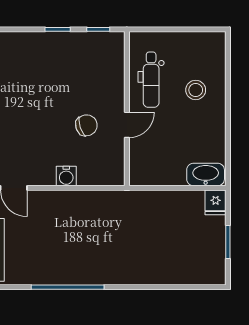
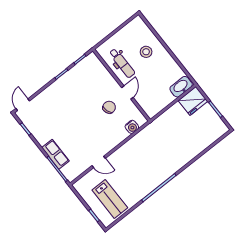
water cooler: (66, 176) -> (132, 127), moved
fridge: (216, 202) -> (193, 101), width x1.88, depth x1.34

